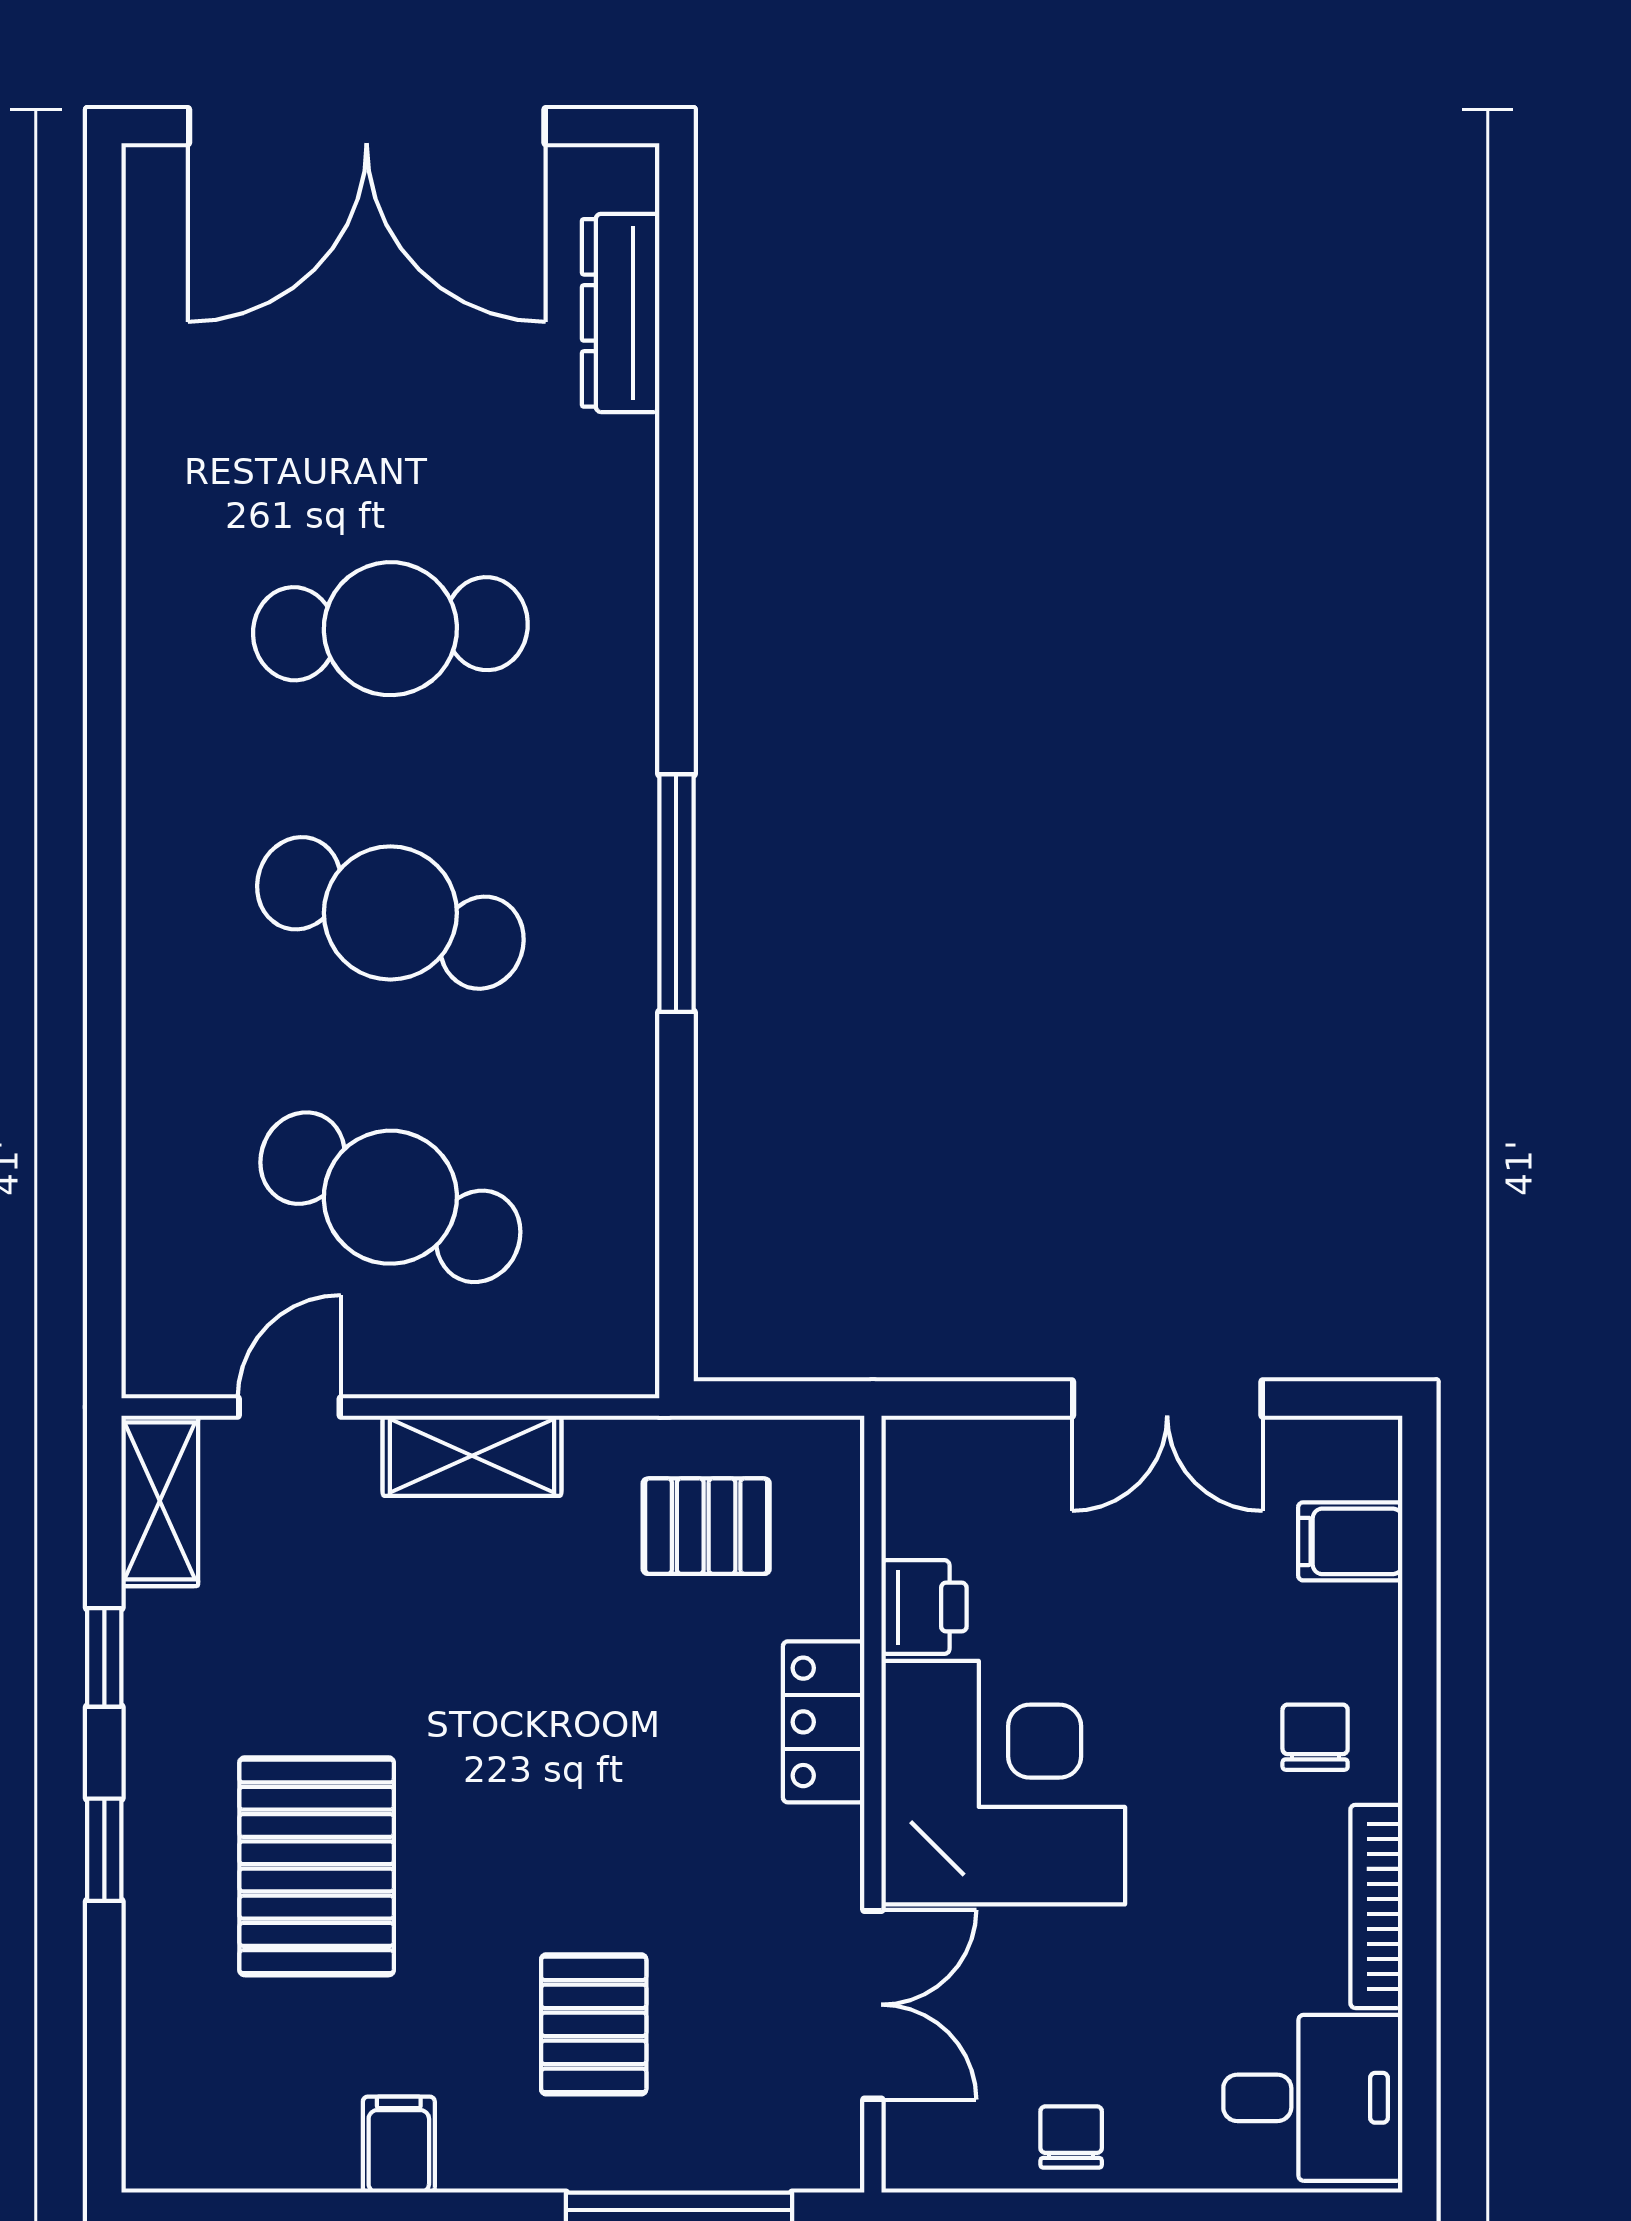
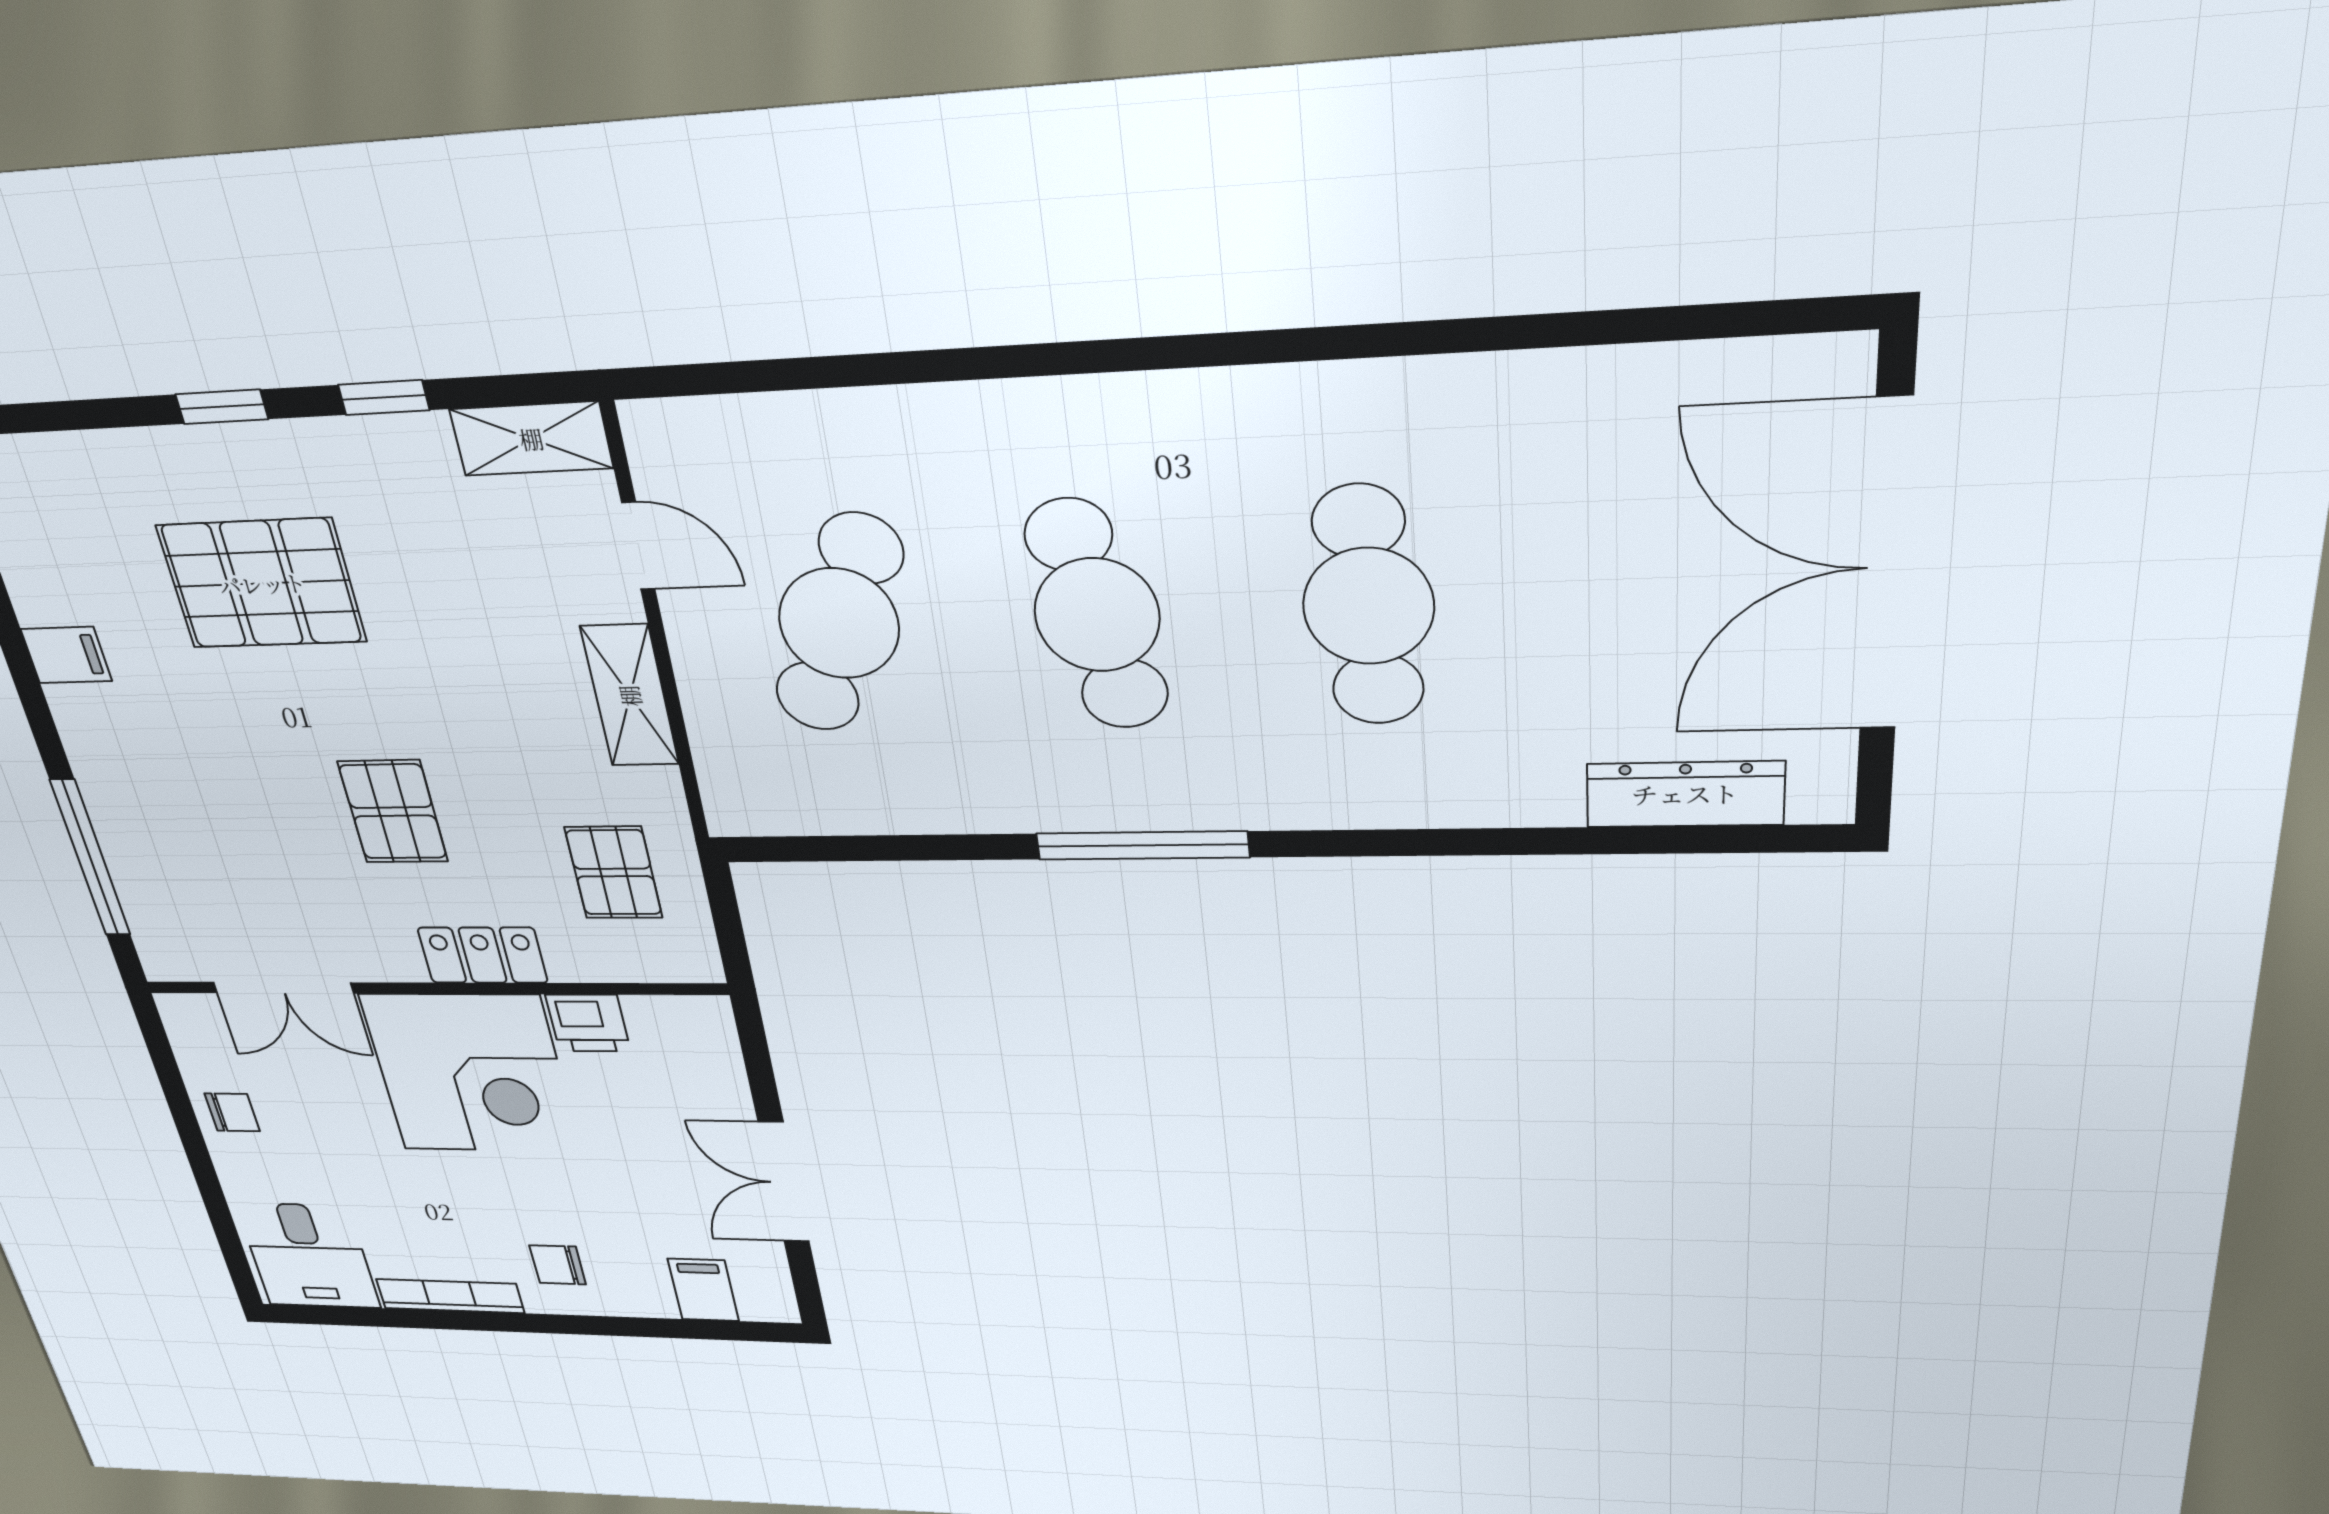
cafe table: (390, 913) -> (1097, 615), turned -30
chair: (1315, 1737) -> (558, 1265), turned 180
pallet: (594, 2024) -> (393, 812), moved, turned 90

